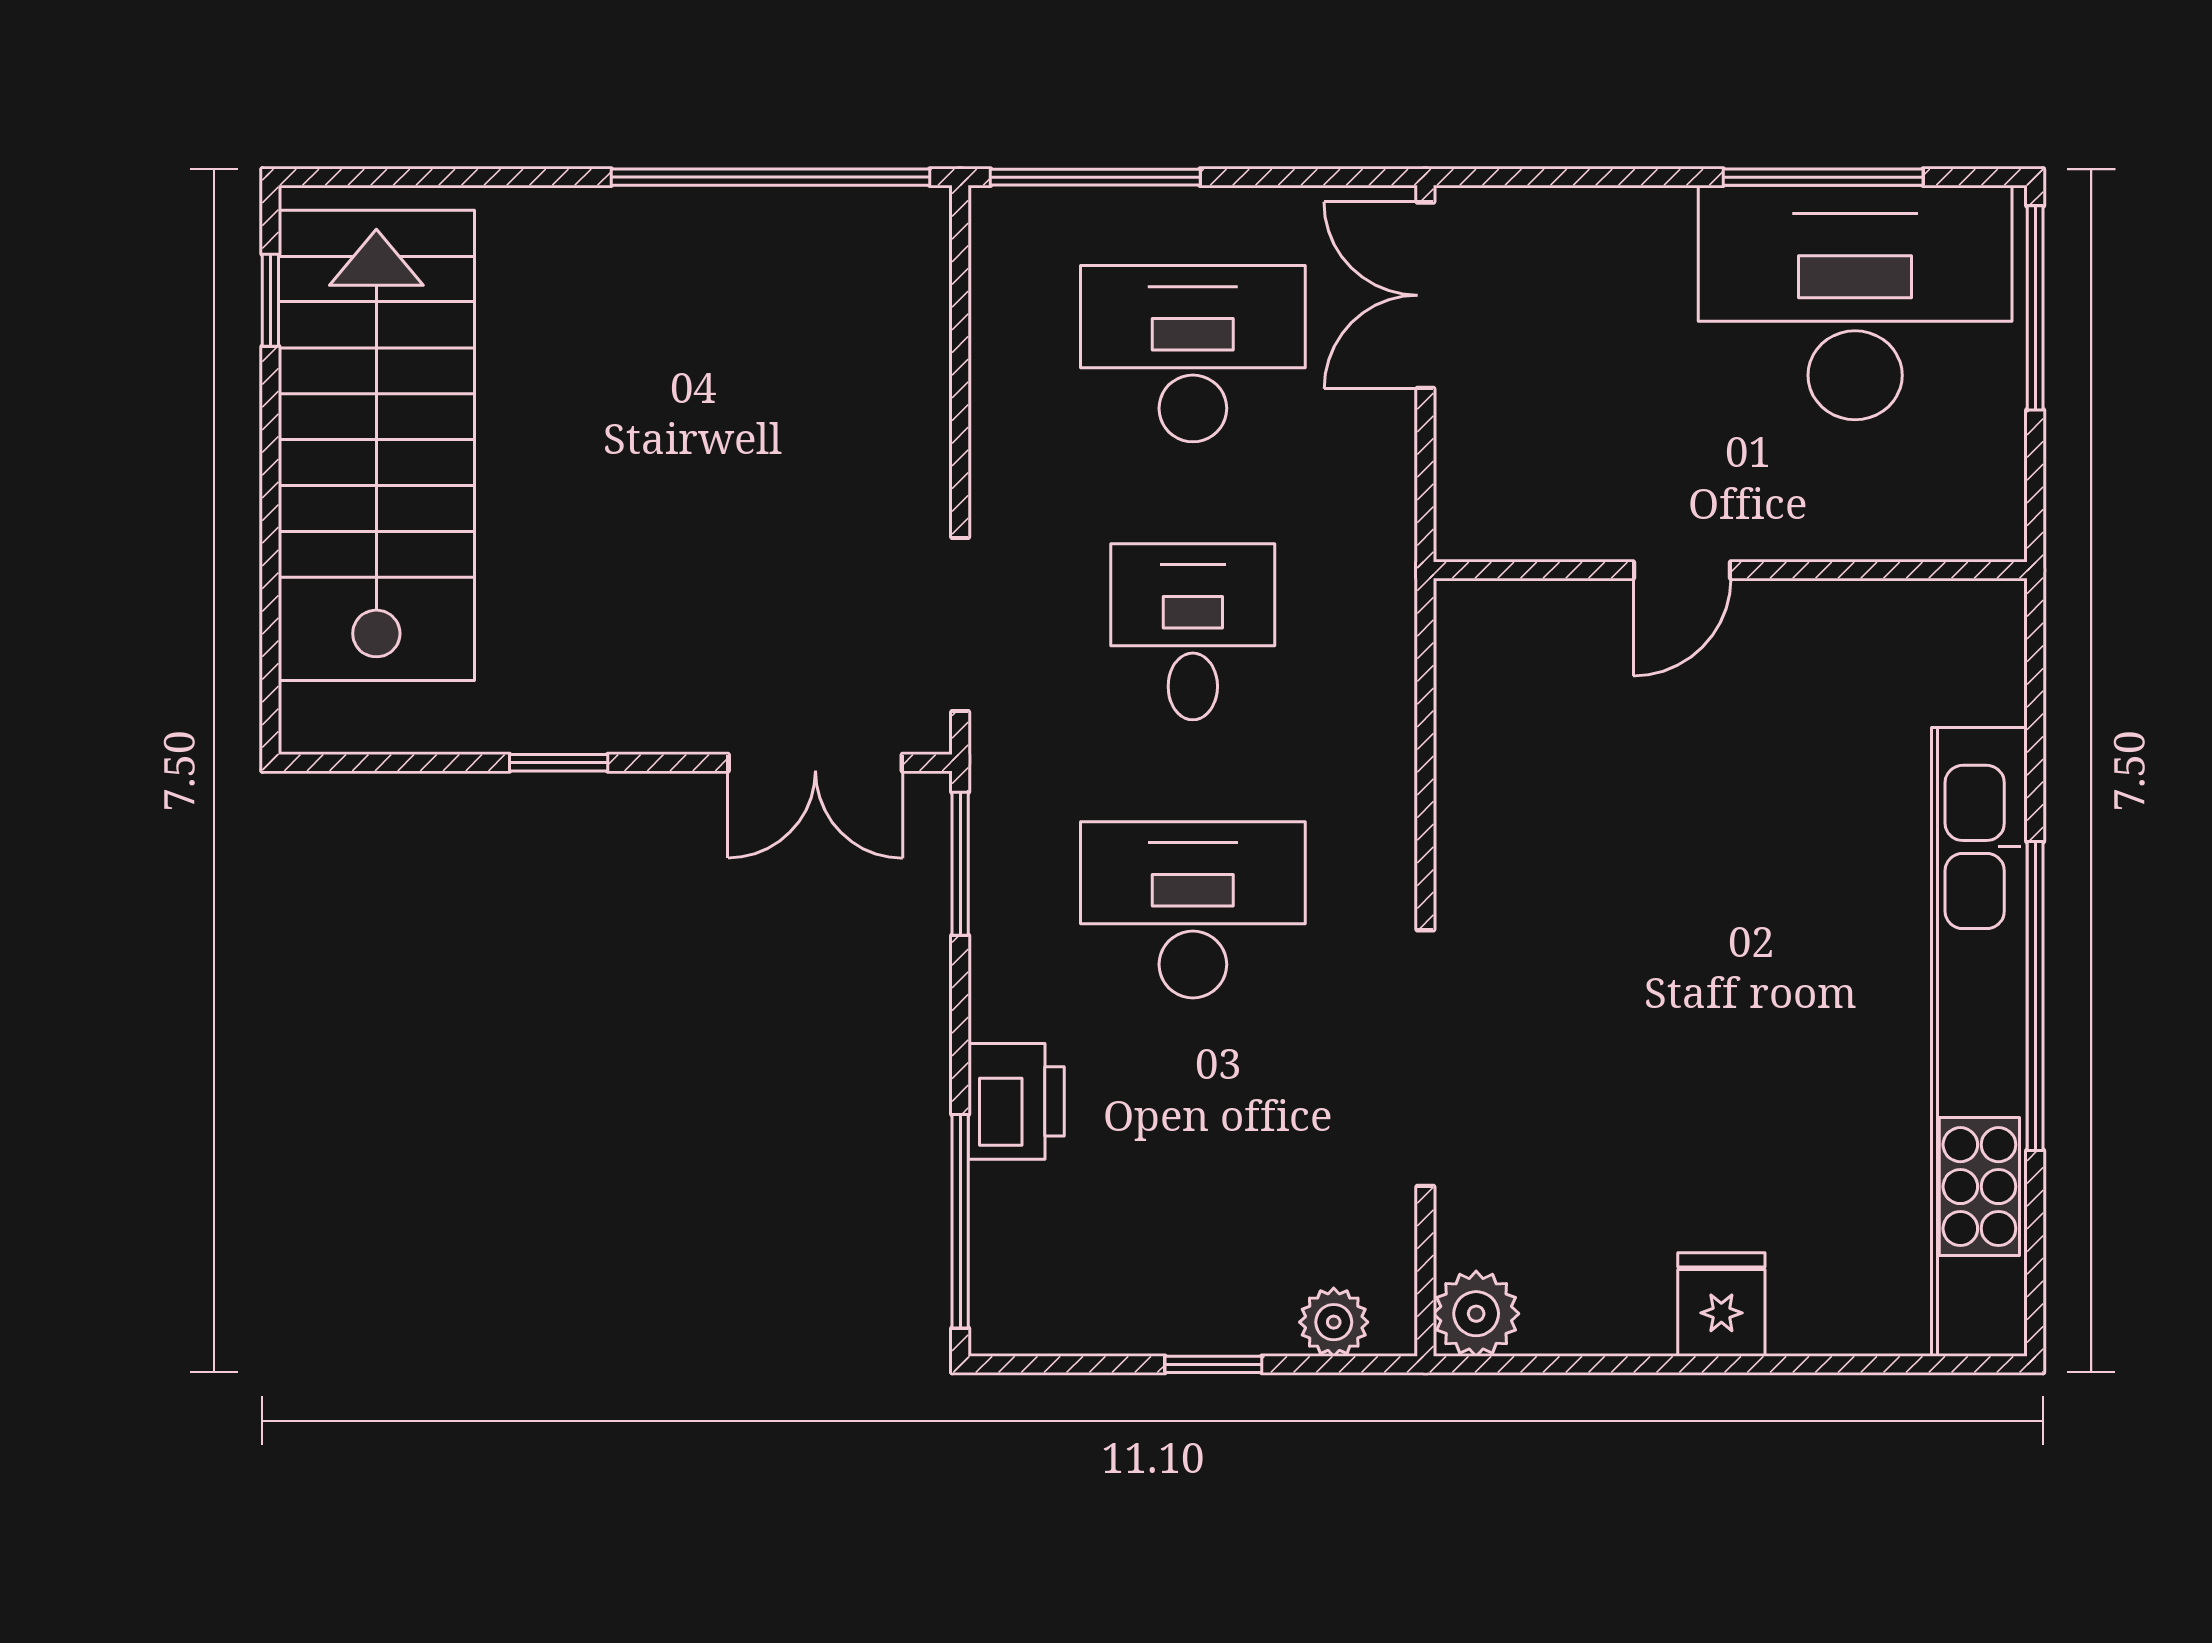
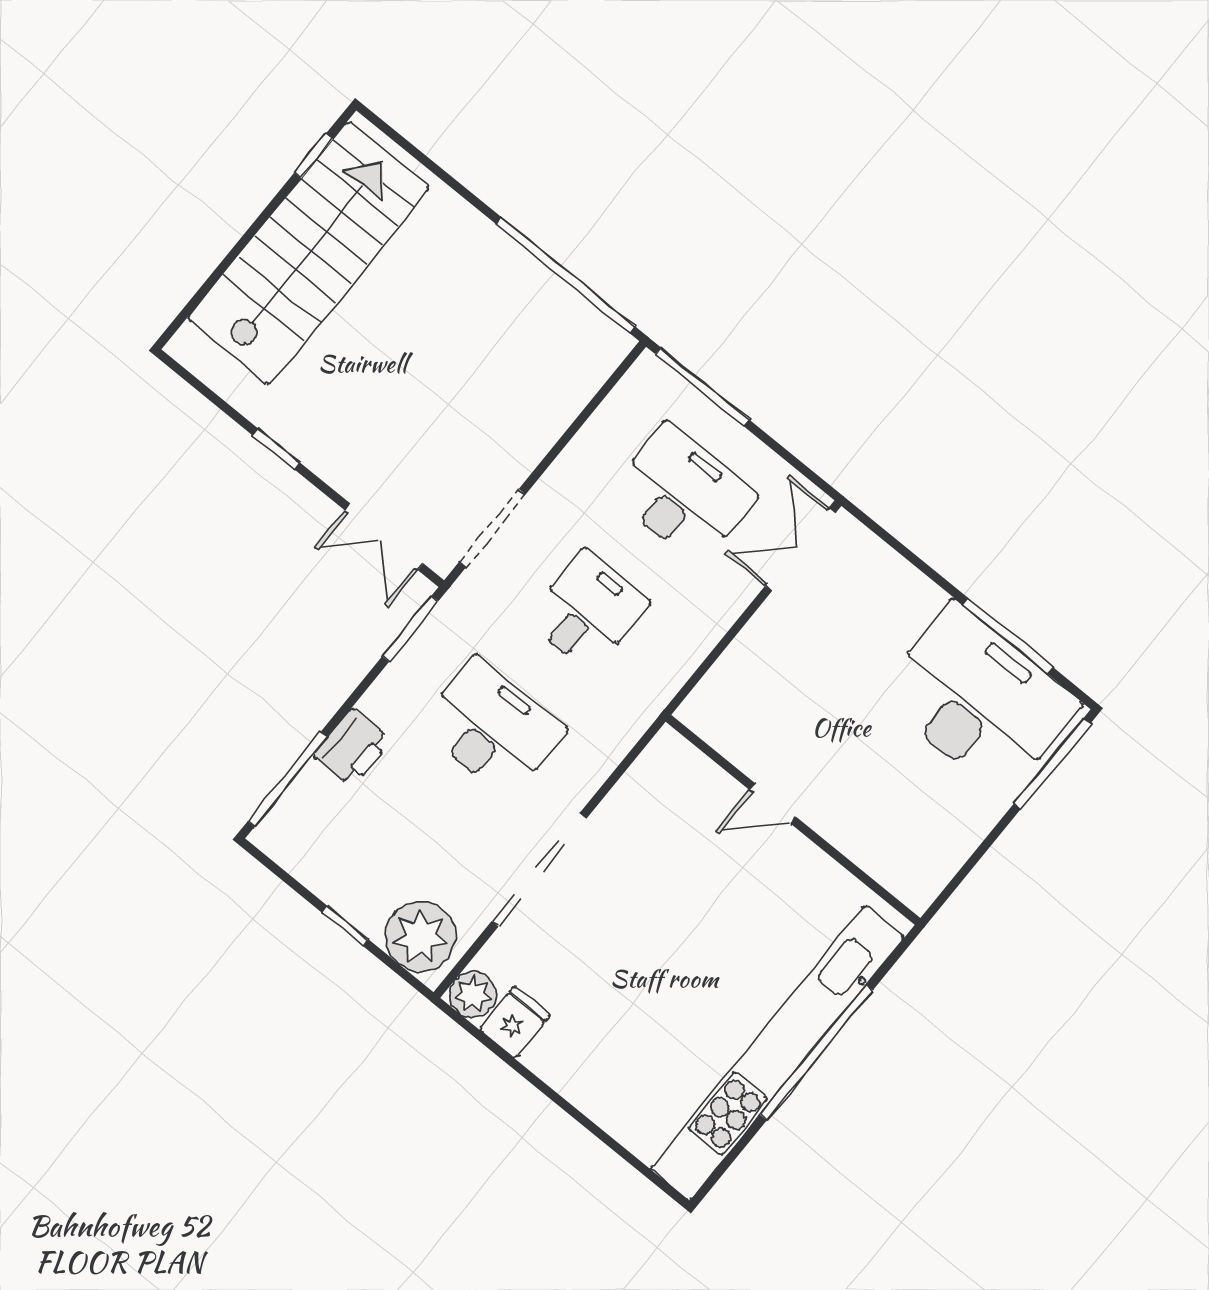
door: (1682, 570) -> (773, 803), moved
wall: (1730, 570) -> (793, 820), moved
fridge: (1721, 1305) -> (515, 1022), moved
plant: (1334, 1322) -> (420, 937), width x1.87, depth x1.87

